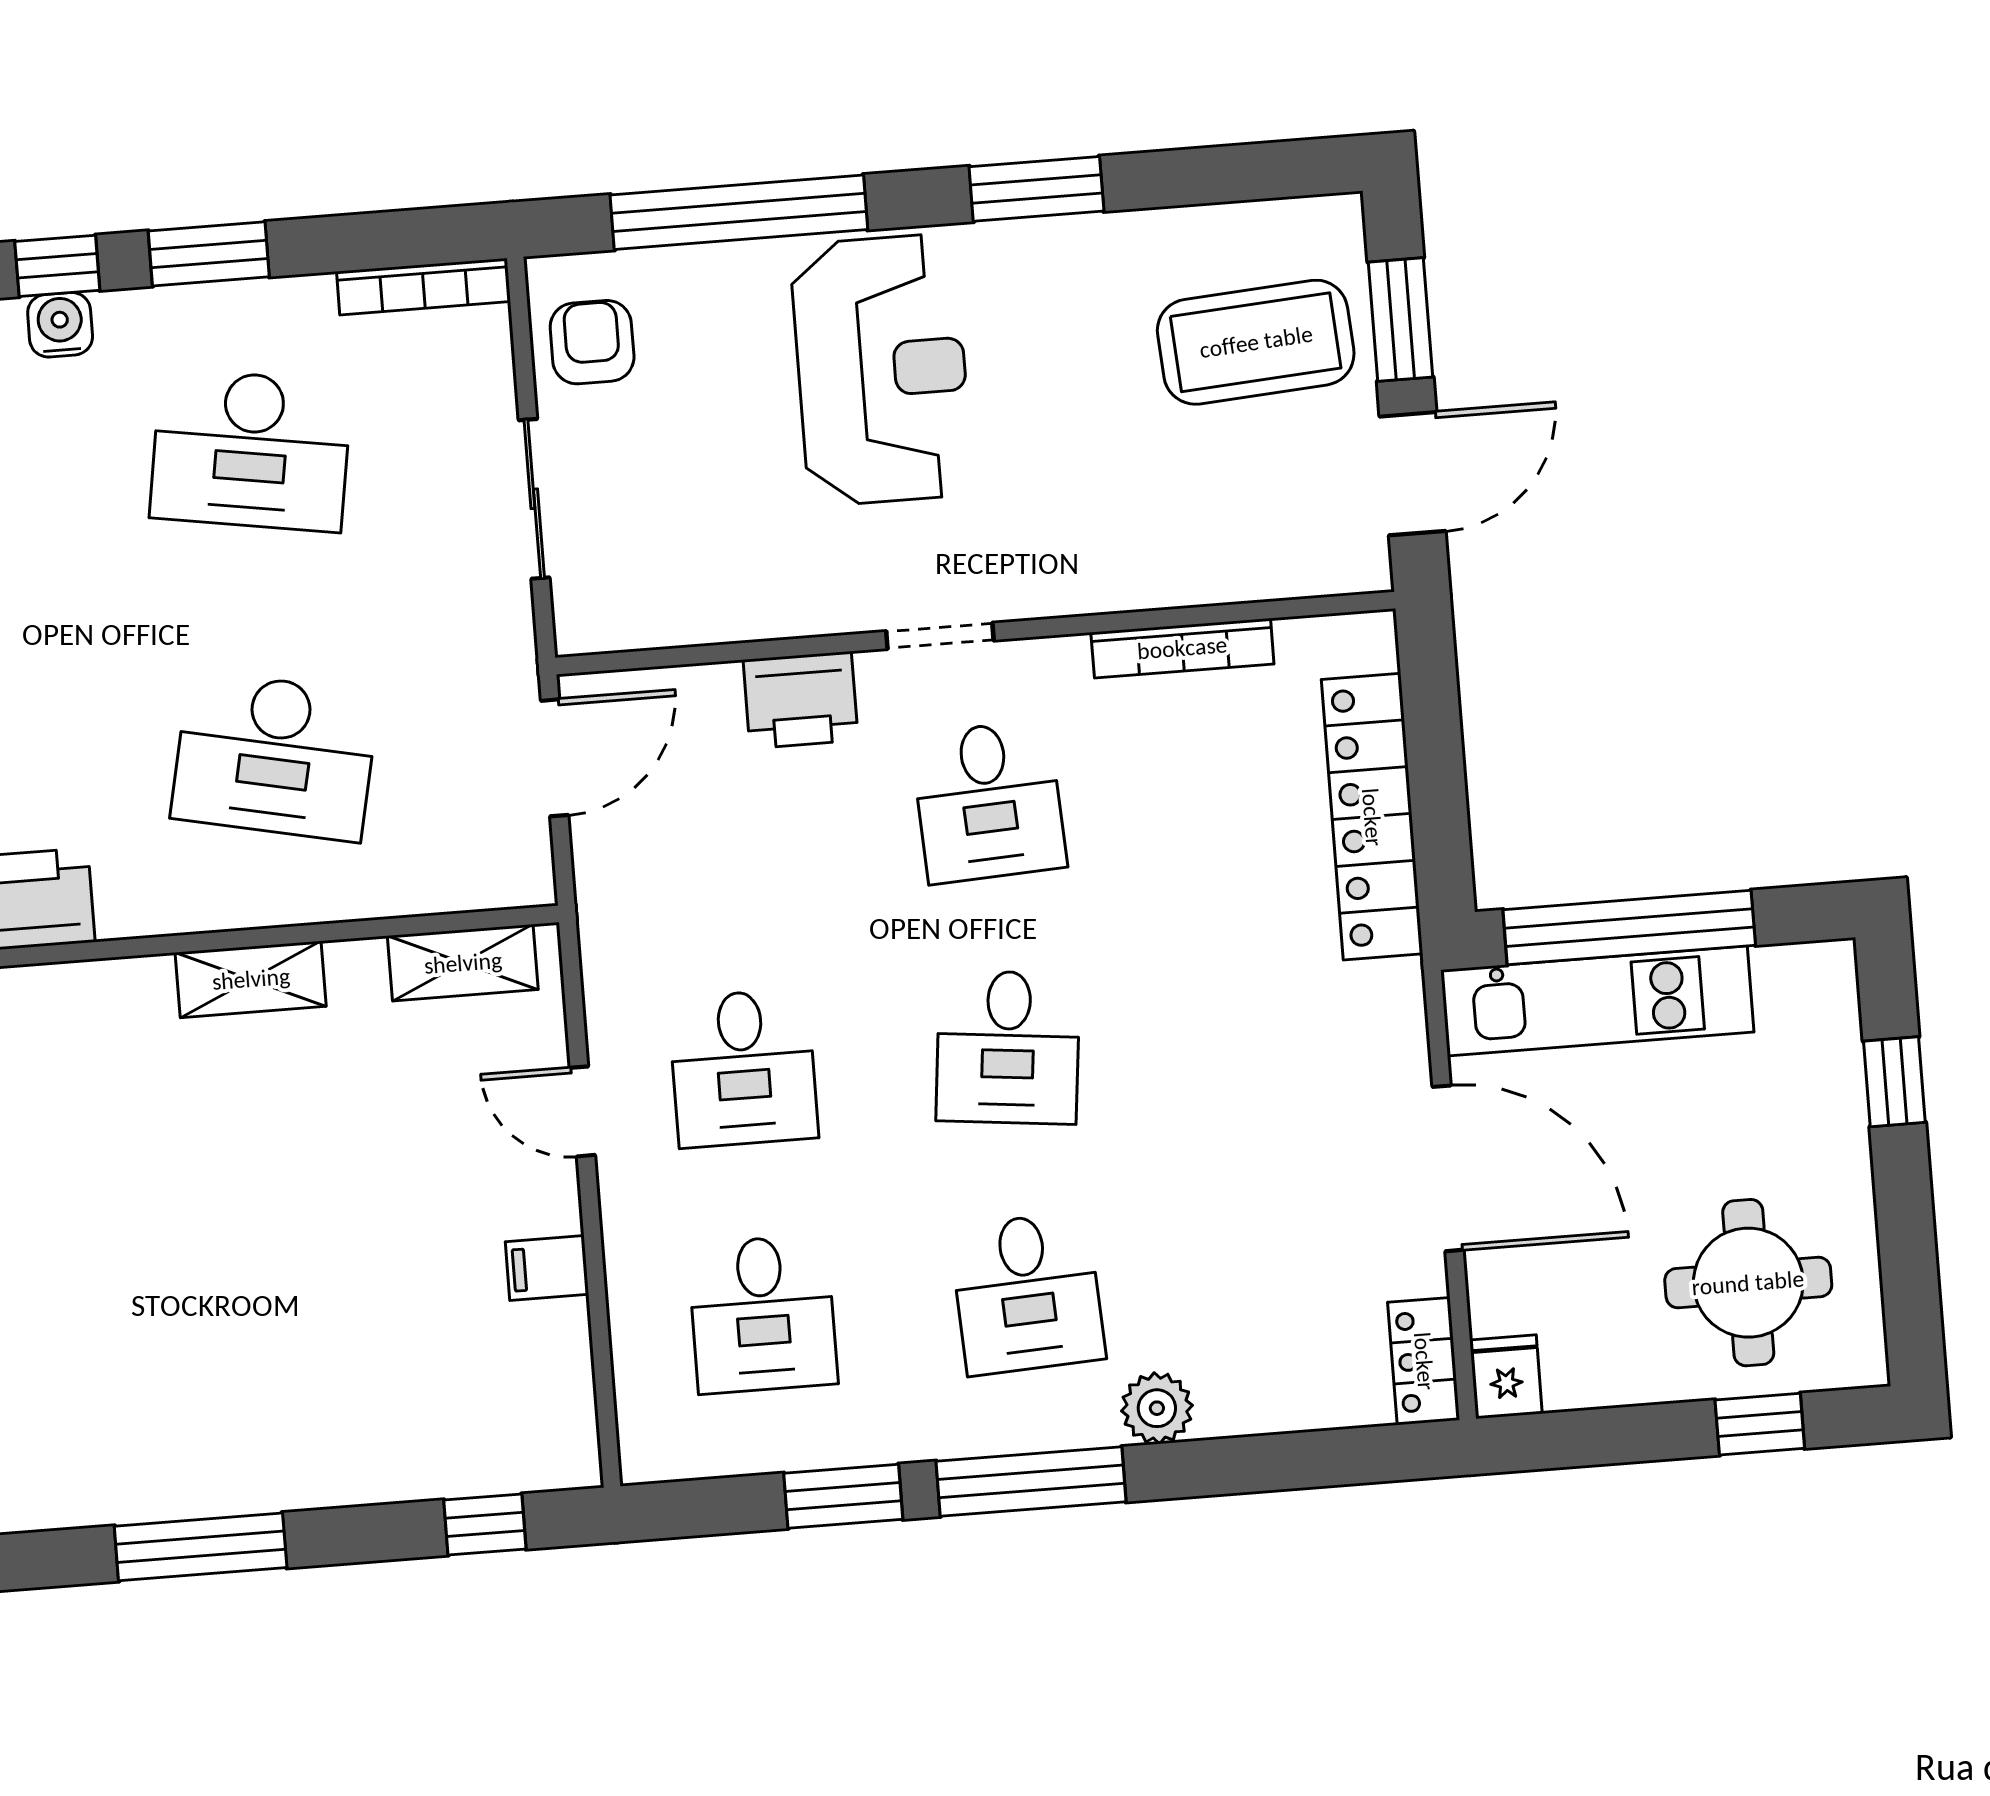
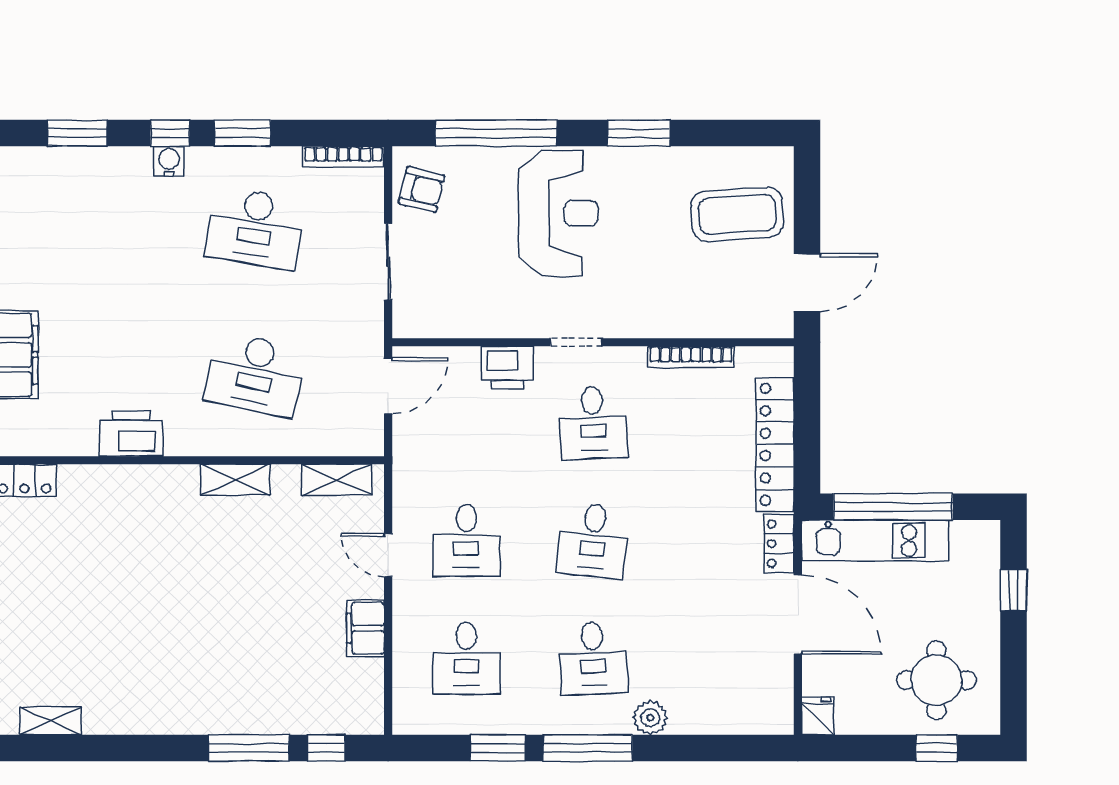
window: (1400, 320) -> (807, 209), removed
armchair: (592, 342) -> (422, 189), turned 104
filing cabinet: (547, 1268) -> (365, 628), width x2.00
locker: (1424, 1361) -> (779, 544), moved
window: (201, 1547) -> (249, 748), moved

